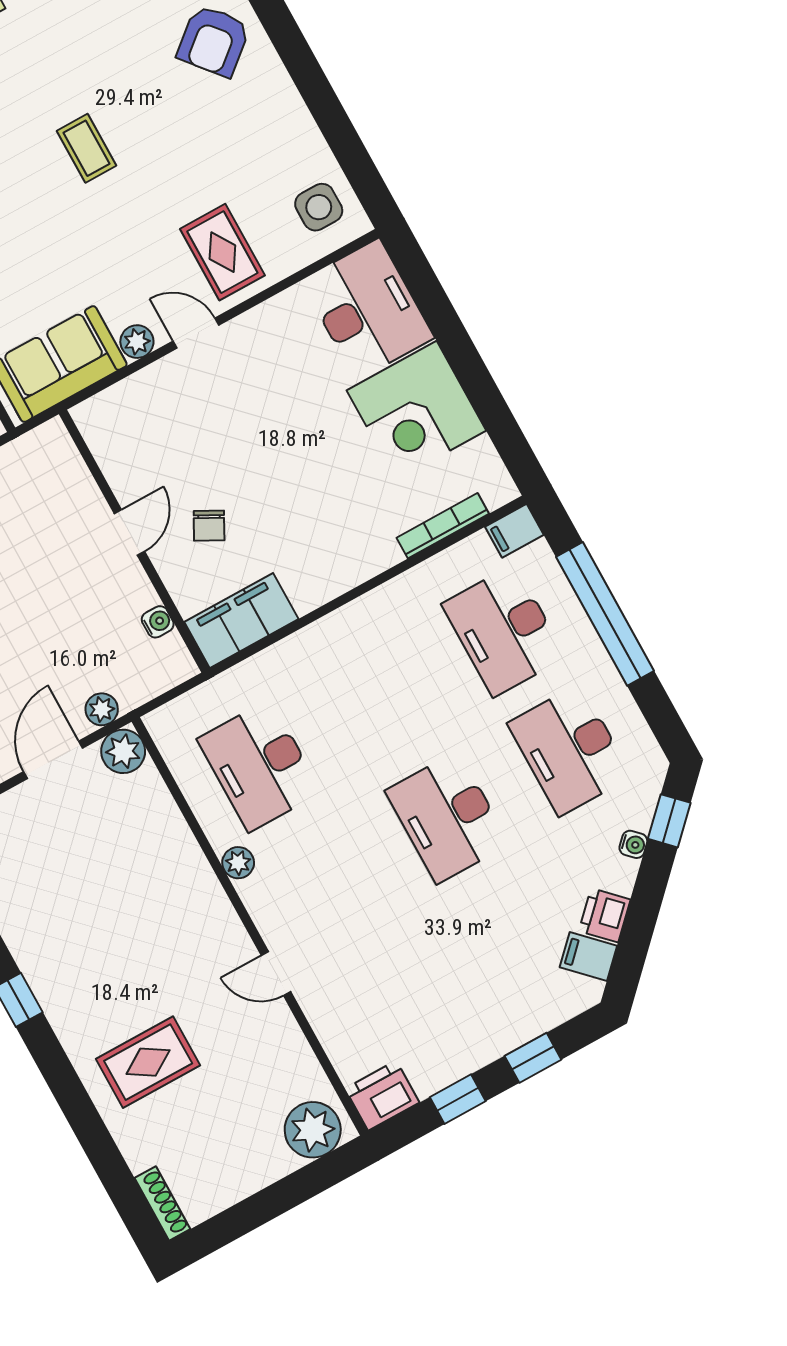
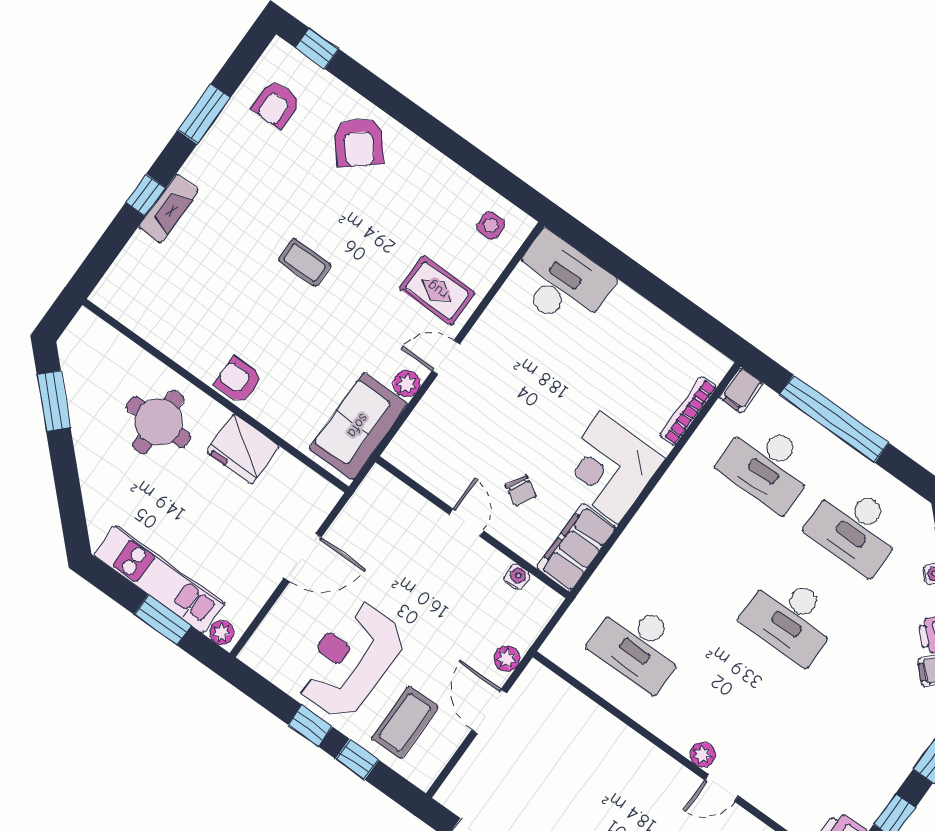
side table: (319, 207) -> (491, 225), width x0.73, depth x0.73
corner desk: (416, 411) -> (609, 468), moved, turned 90
plant: (123, 751) -> (537, 681), removed
plant: (238, 863) -> (703, 755), moved

